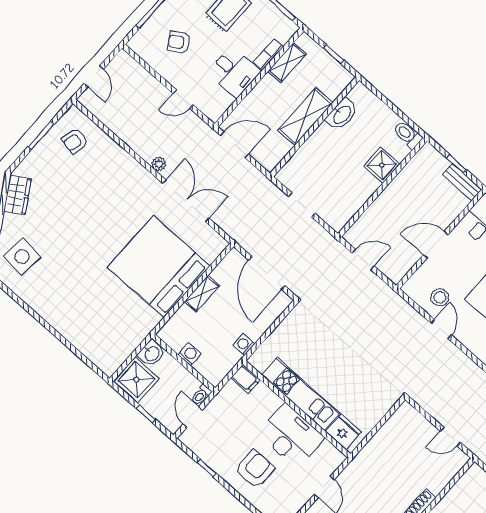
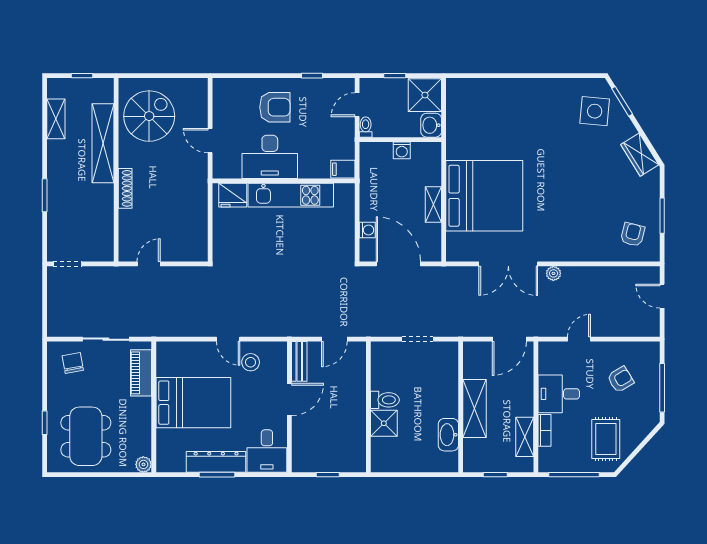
toilet: (408, 135) -> (385, 400), moved
bench: (462, 182) -> (299, 361), moved, turned 90
washing machine: (244, 344) -> (367, 230), moved
door: (193, 417) -> (357, 105), swing flipped
armchair: (255, 469) -> (275, 107), turned -90

